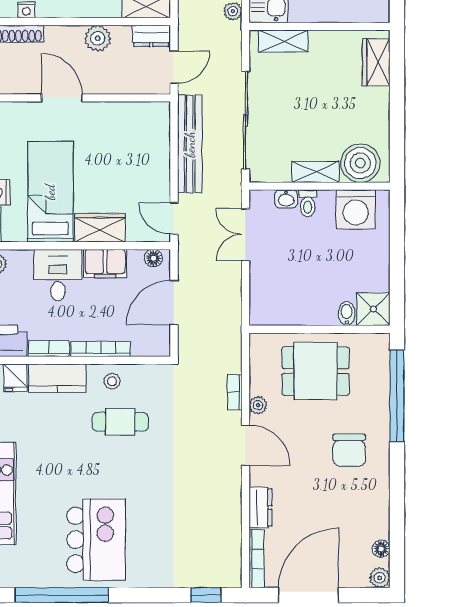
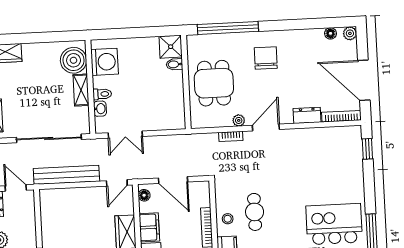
chair: (349, 450) -> (266, 58), turned -90

